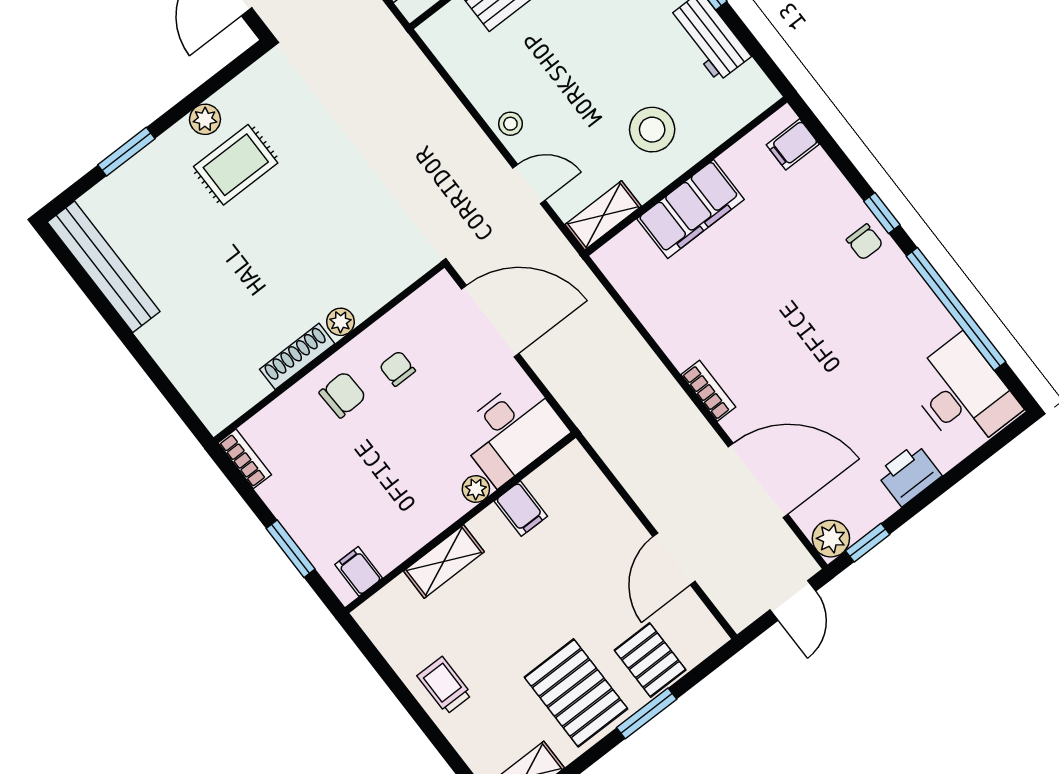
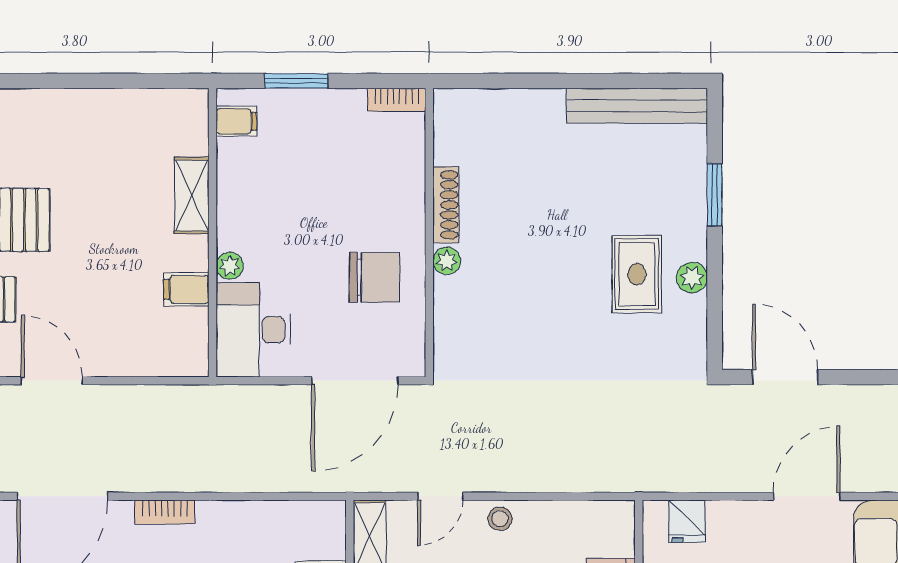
chair: (397, 369) -> (374, 277), width x1.87, depth x1.87
chair: (343, 395) -> (387, 217), removed
trolley: (444, 685) -> (92, 119), removed

